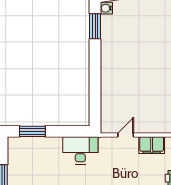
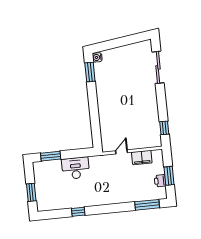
desk: (80, 150) -> (76, 168), moved

